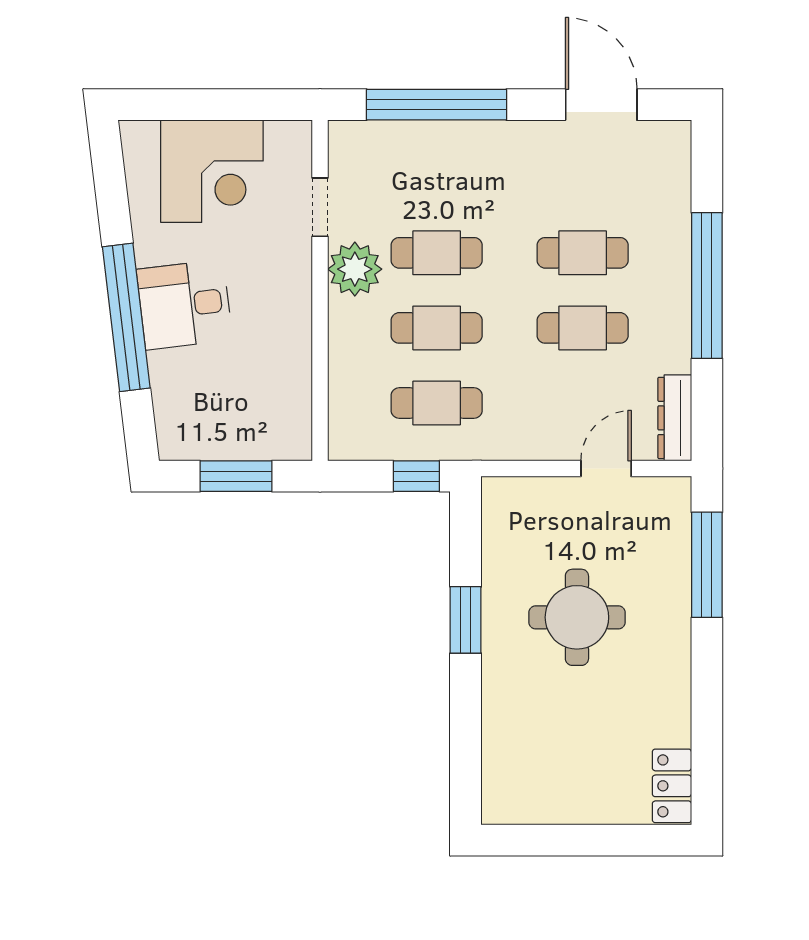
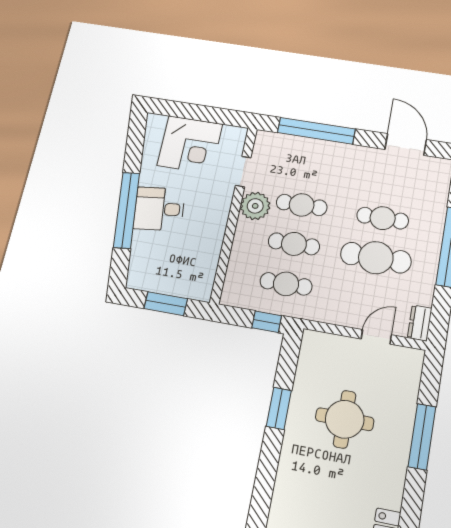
cafe table: (583, 328) -> (376, 258), width x1.37, depth x1.35
dresser: (675, 418) -> (420, 323), width x0.70
window: (707, 565) -> (422, 437), moved

